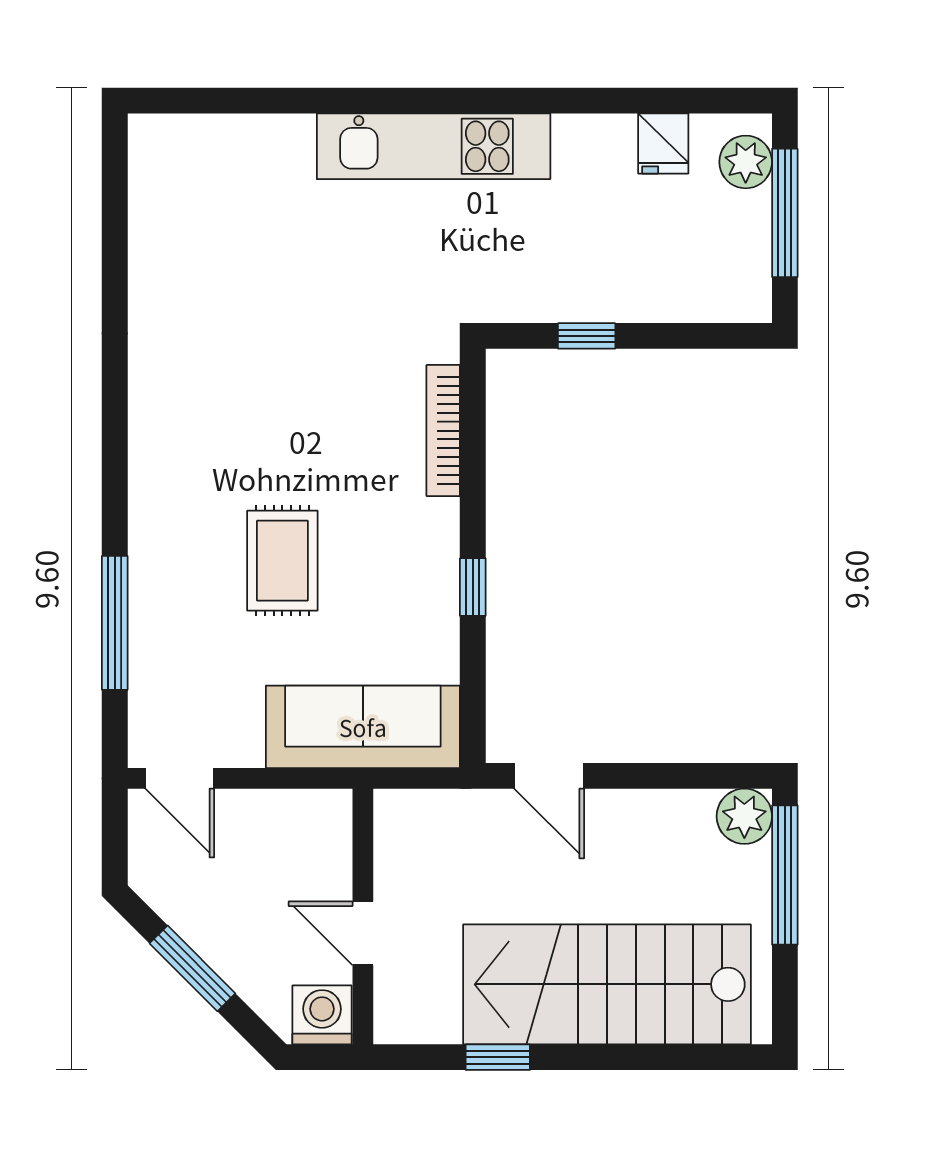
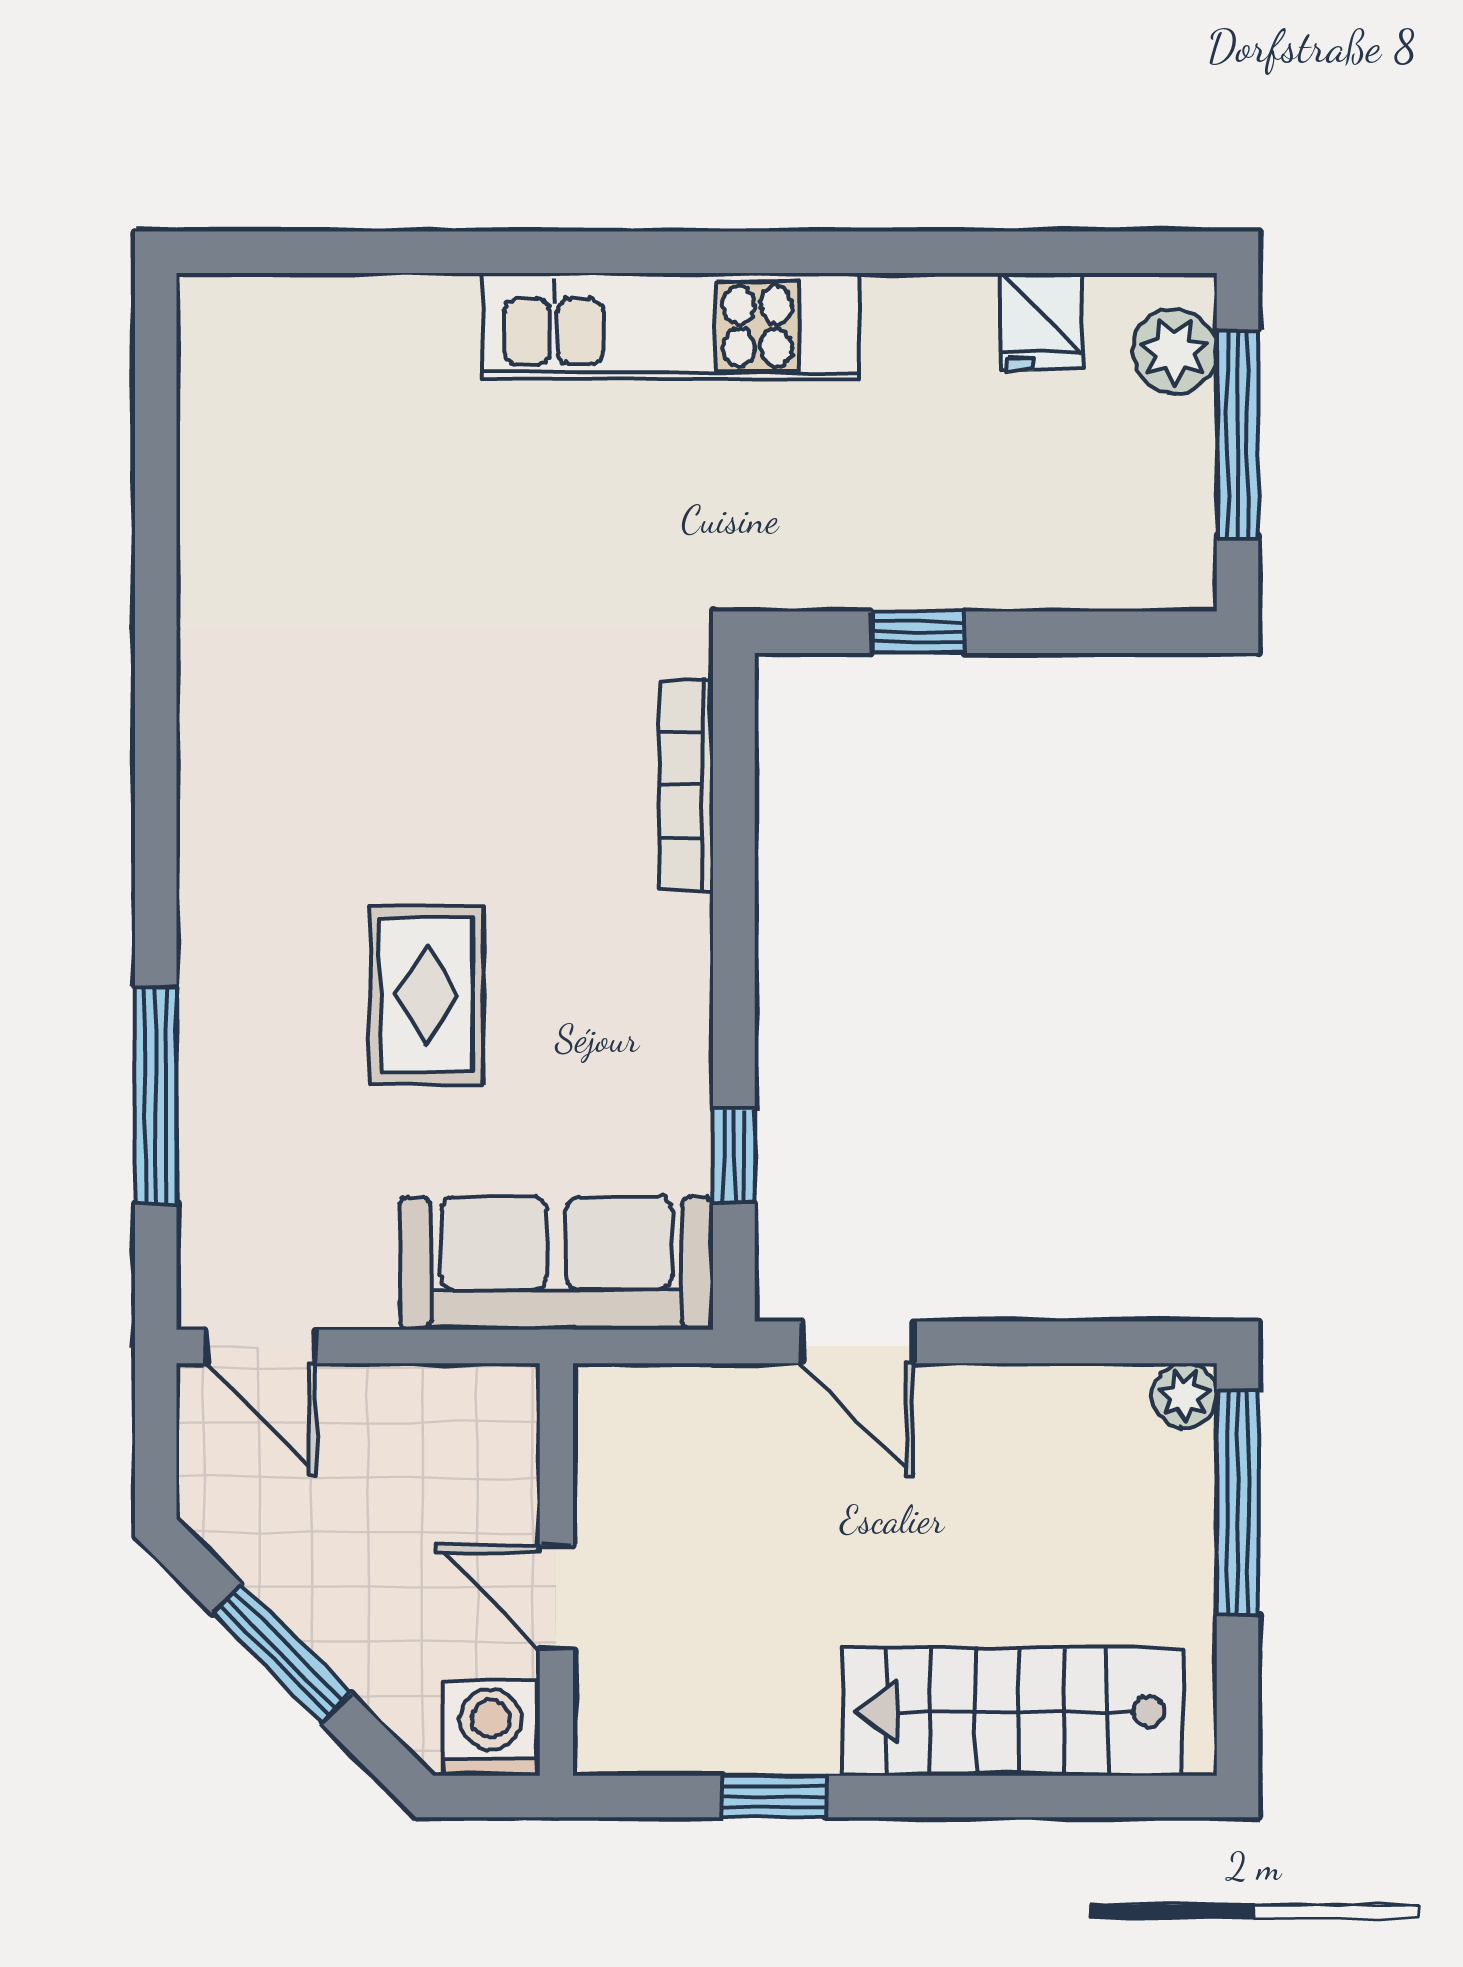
window: (473, 587) -> (734, 1156), moved
plant: (744, 816) -> (1184, 1396), width x0.73, depth x0.73
stairs: (607, 984) -> (1013, 1712), width x0.73, depth x0.66

